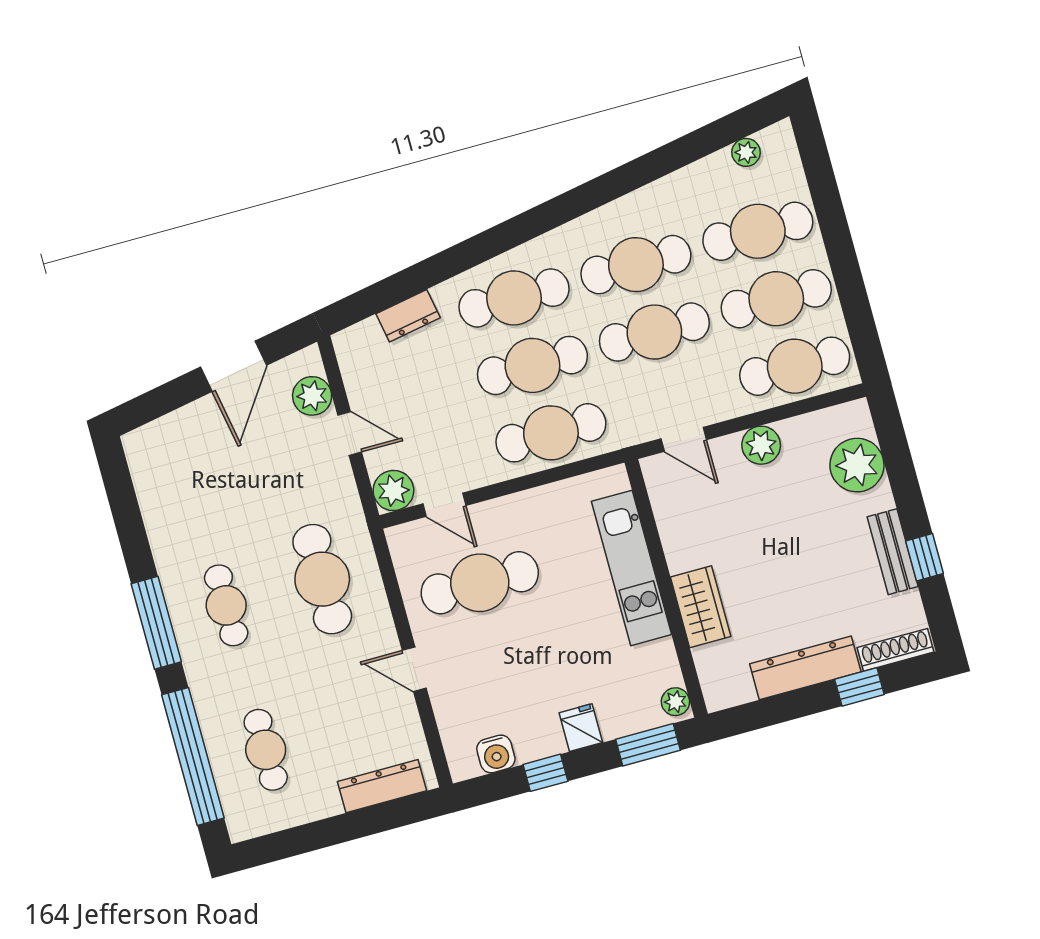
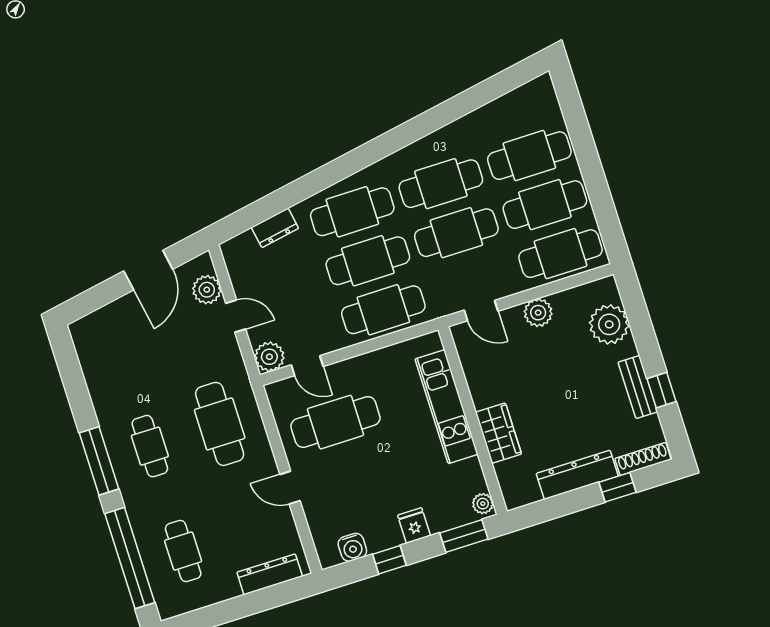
plant: (746, 152) -> (518, 98), removed

